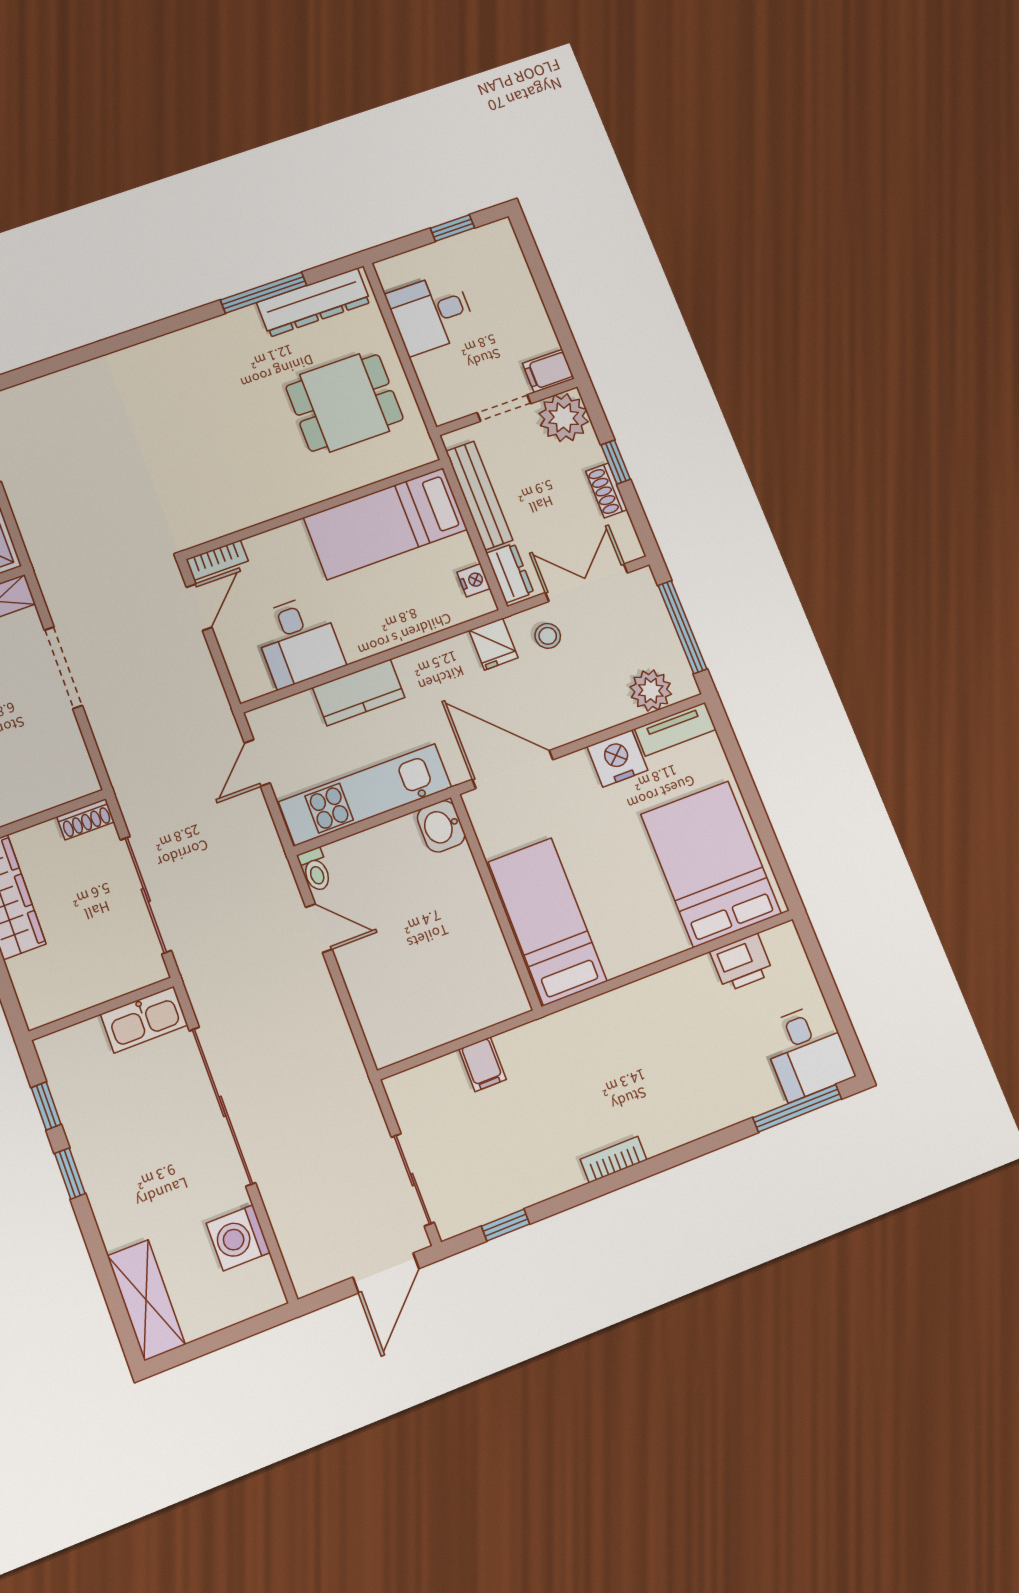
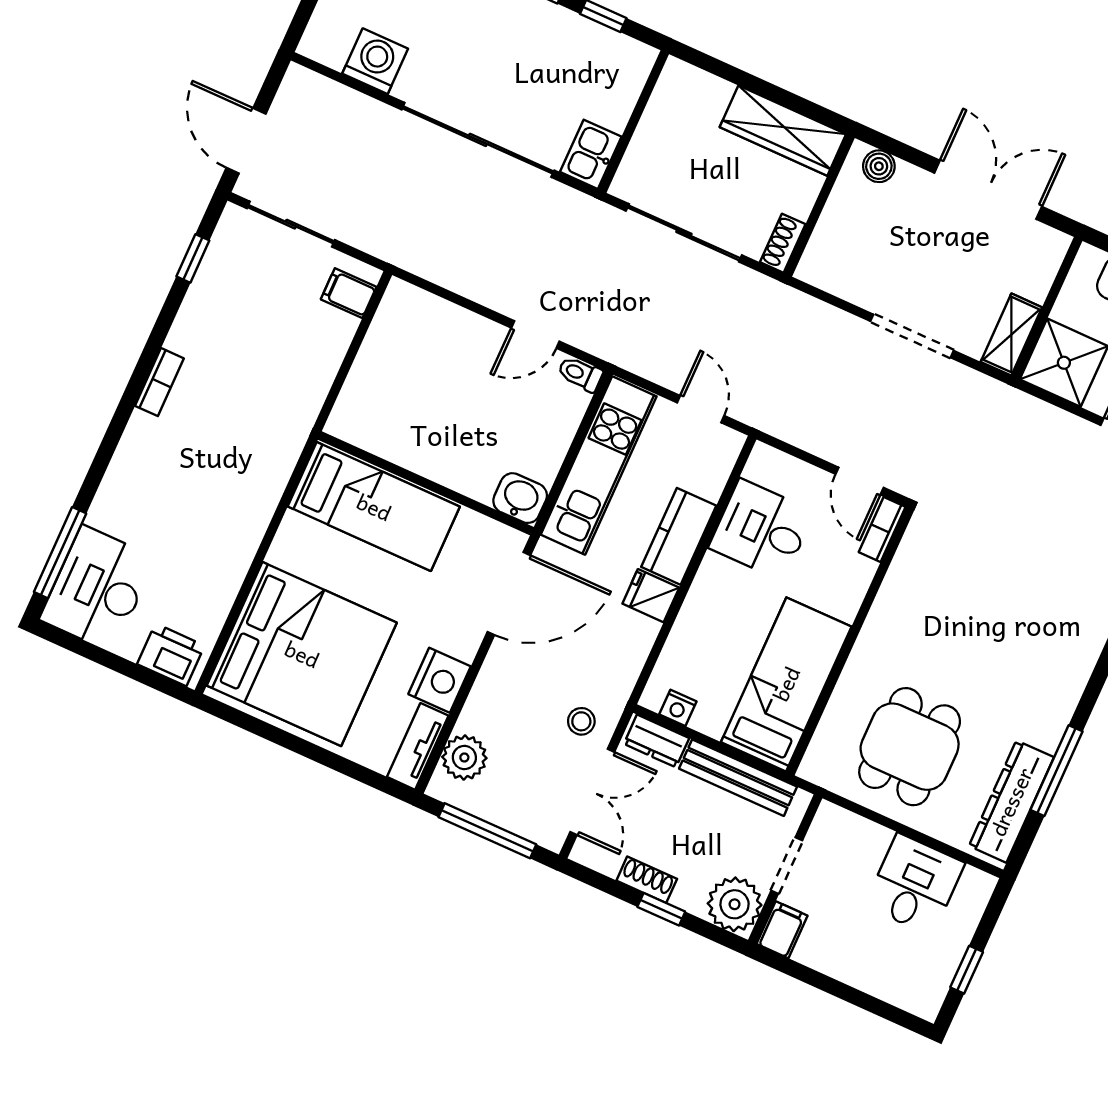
fridge: (493, 644) -> (651, 596), moved
bed: (711, 864) -> (302, 654), width x1.36
printer: (742, 963) -> (171, 655), moved, turned 90
kitchen sink: (144, 1020) -> (591, 154), width x0.73
desk: (807, 1052) -> (98, 589), width x1.37
filing cabinet: (483, 1064) -> (349, 293), moved

